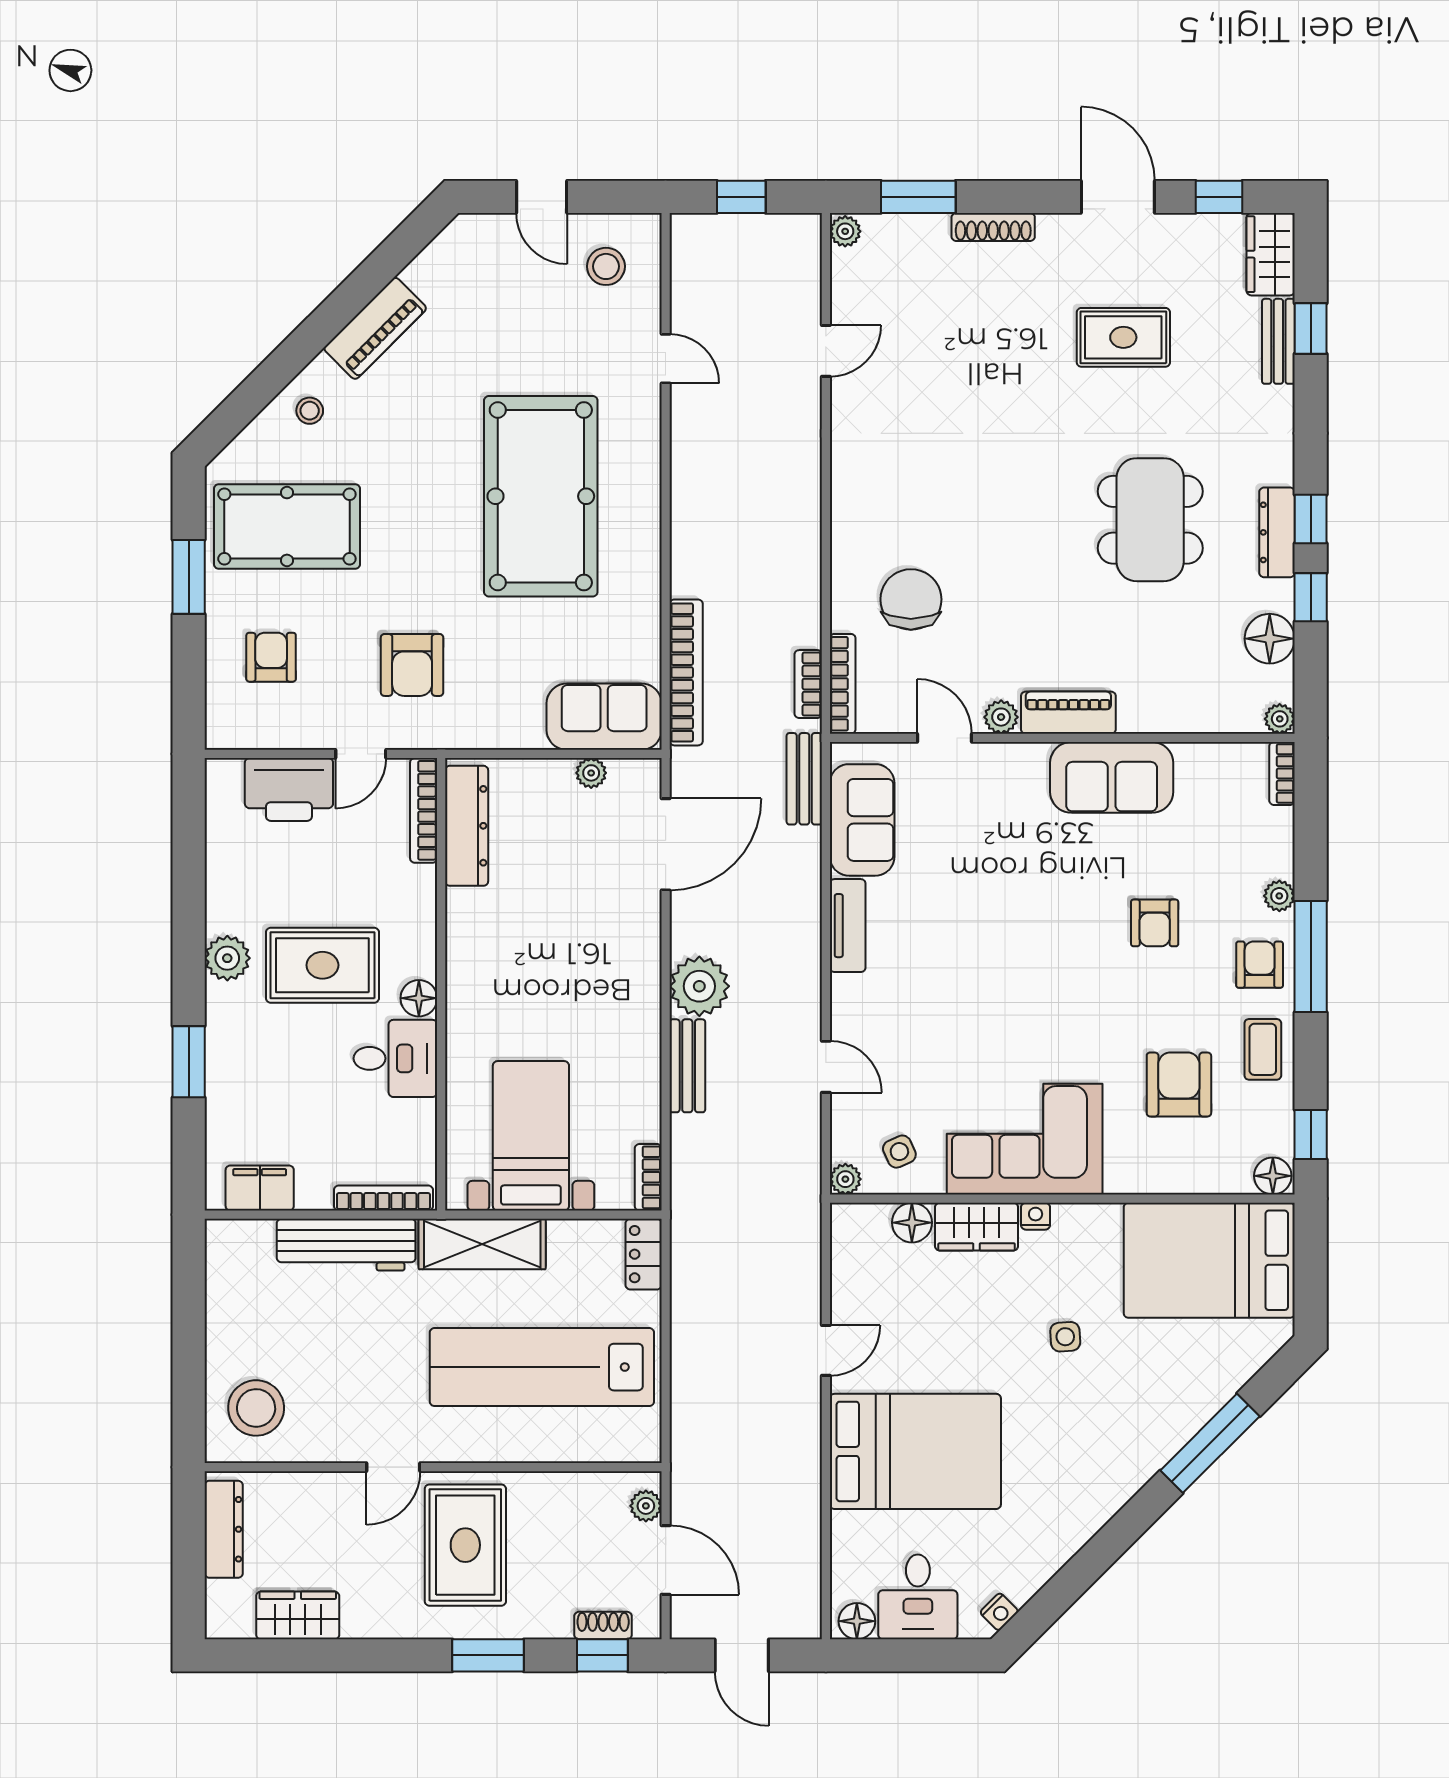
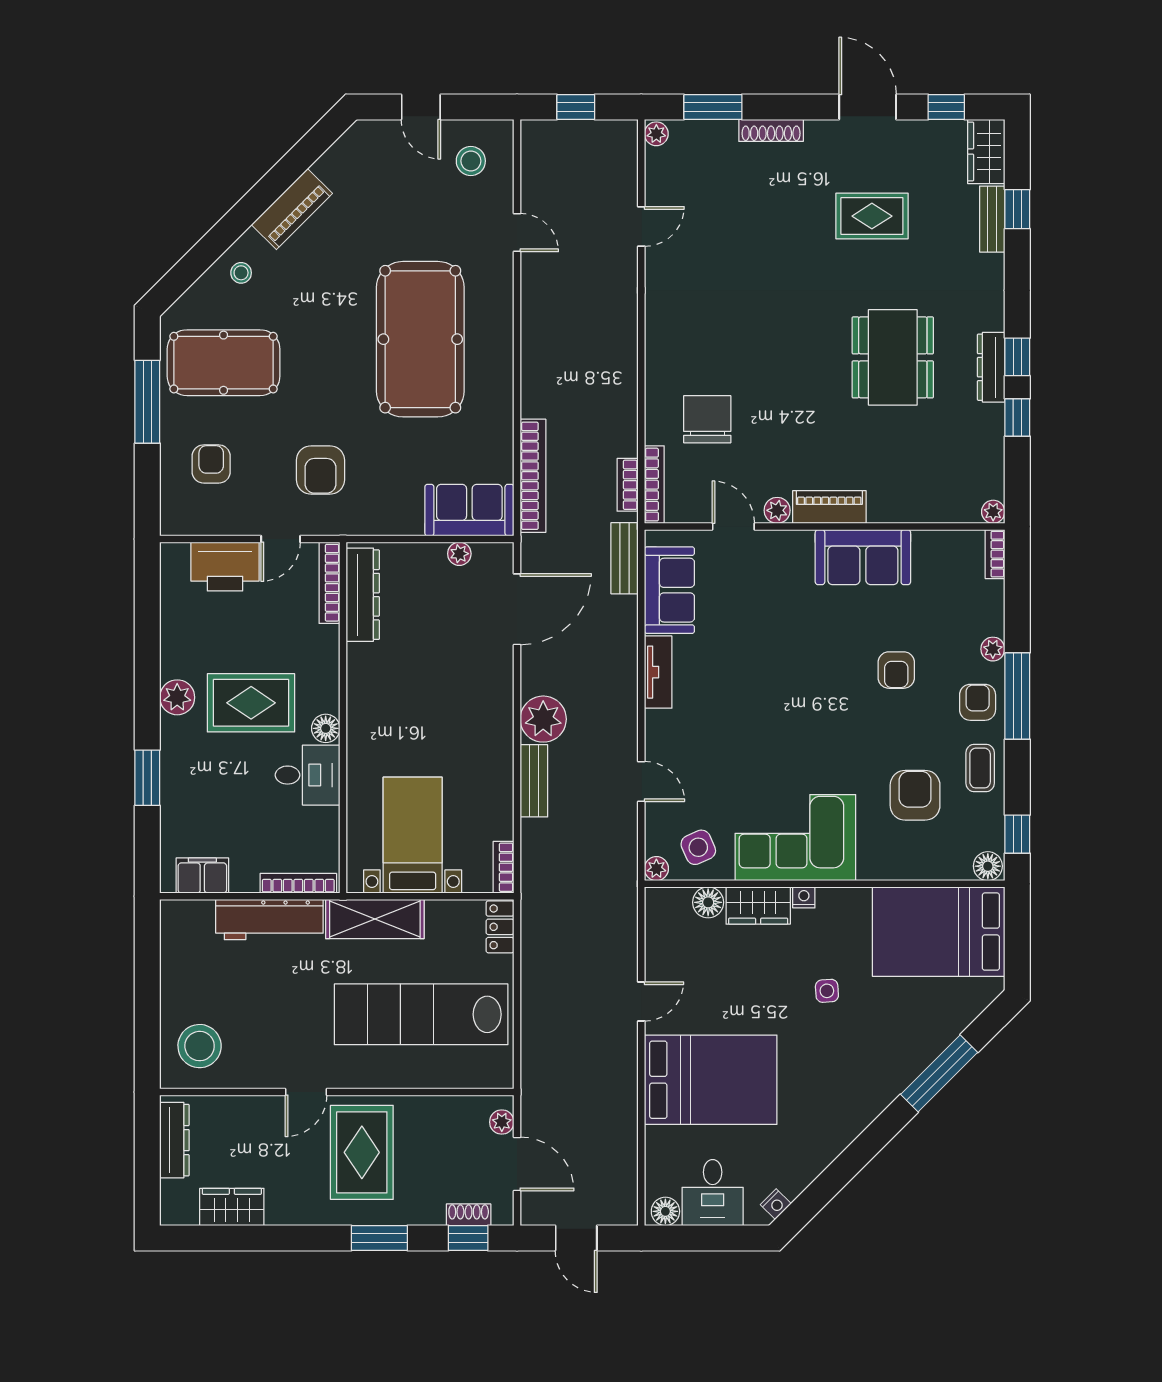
window: (189, 577) -> (147, 402), width x1.44
floor lamp: (1270, 639) -> (985, 450), removed
side table: (899, 1152) -> (698, 847), width x1.37, depth x1.37

